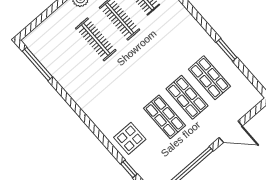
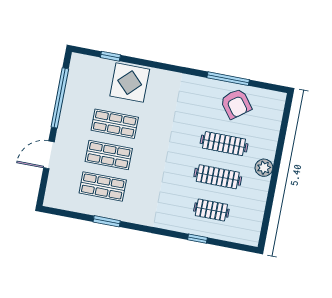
armchair: (64, 62) -> (236, 104), added
window: (37, 64) -> (228, 79), moved
display table: (130, 138) -> (130, 83), width x1.36, depth x1.36

